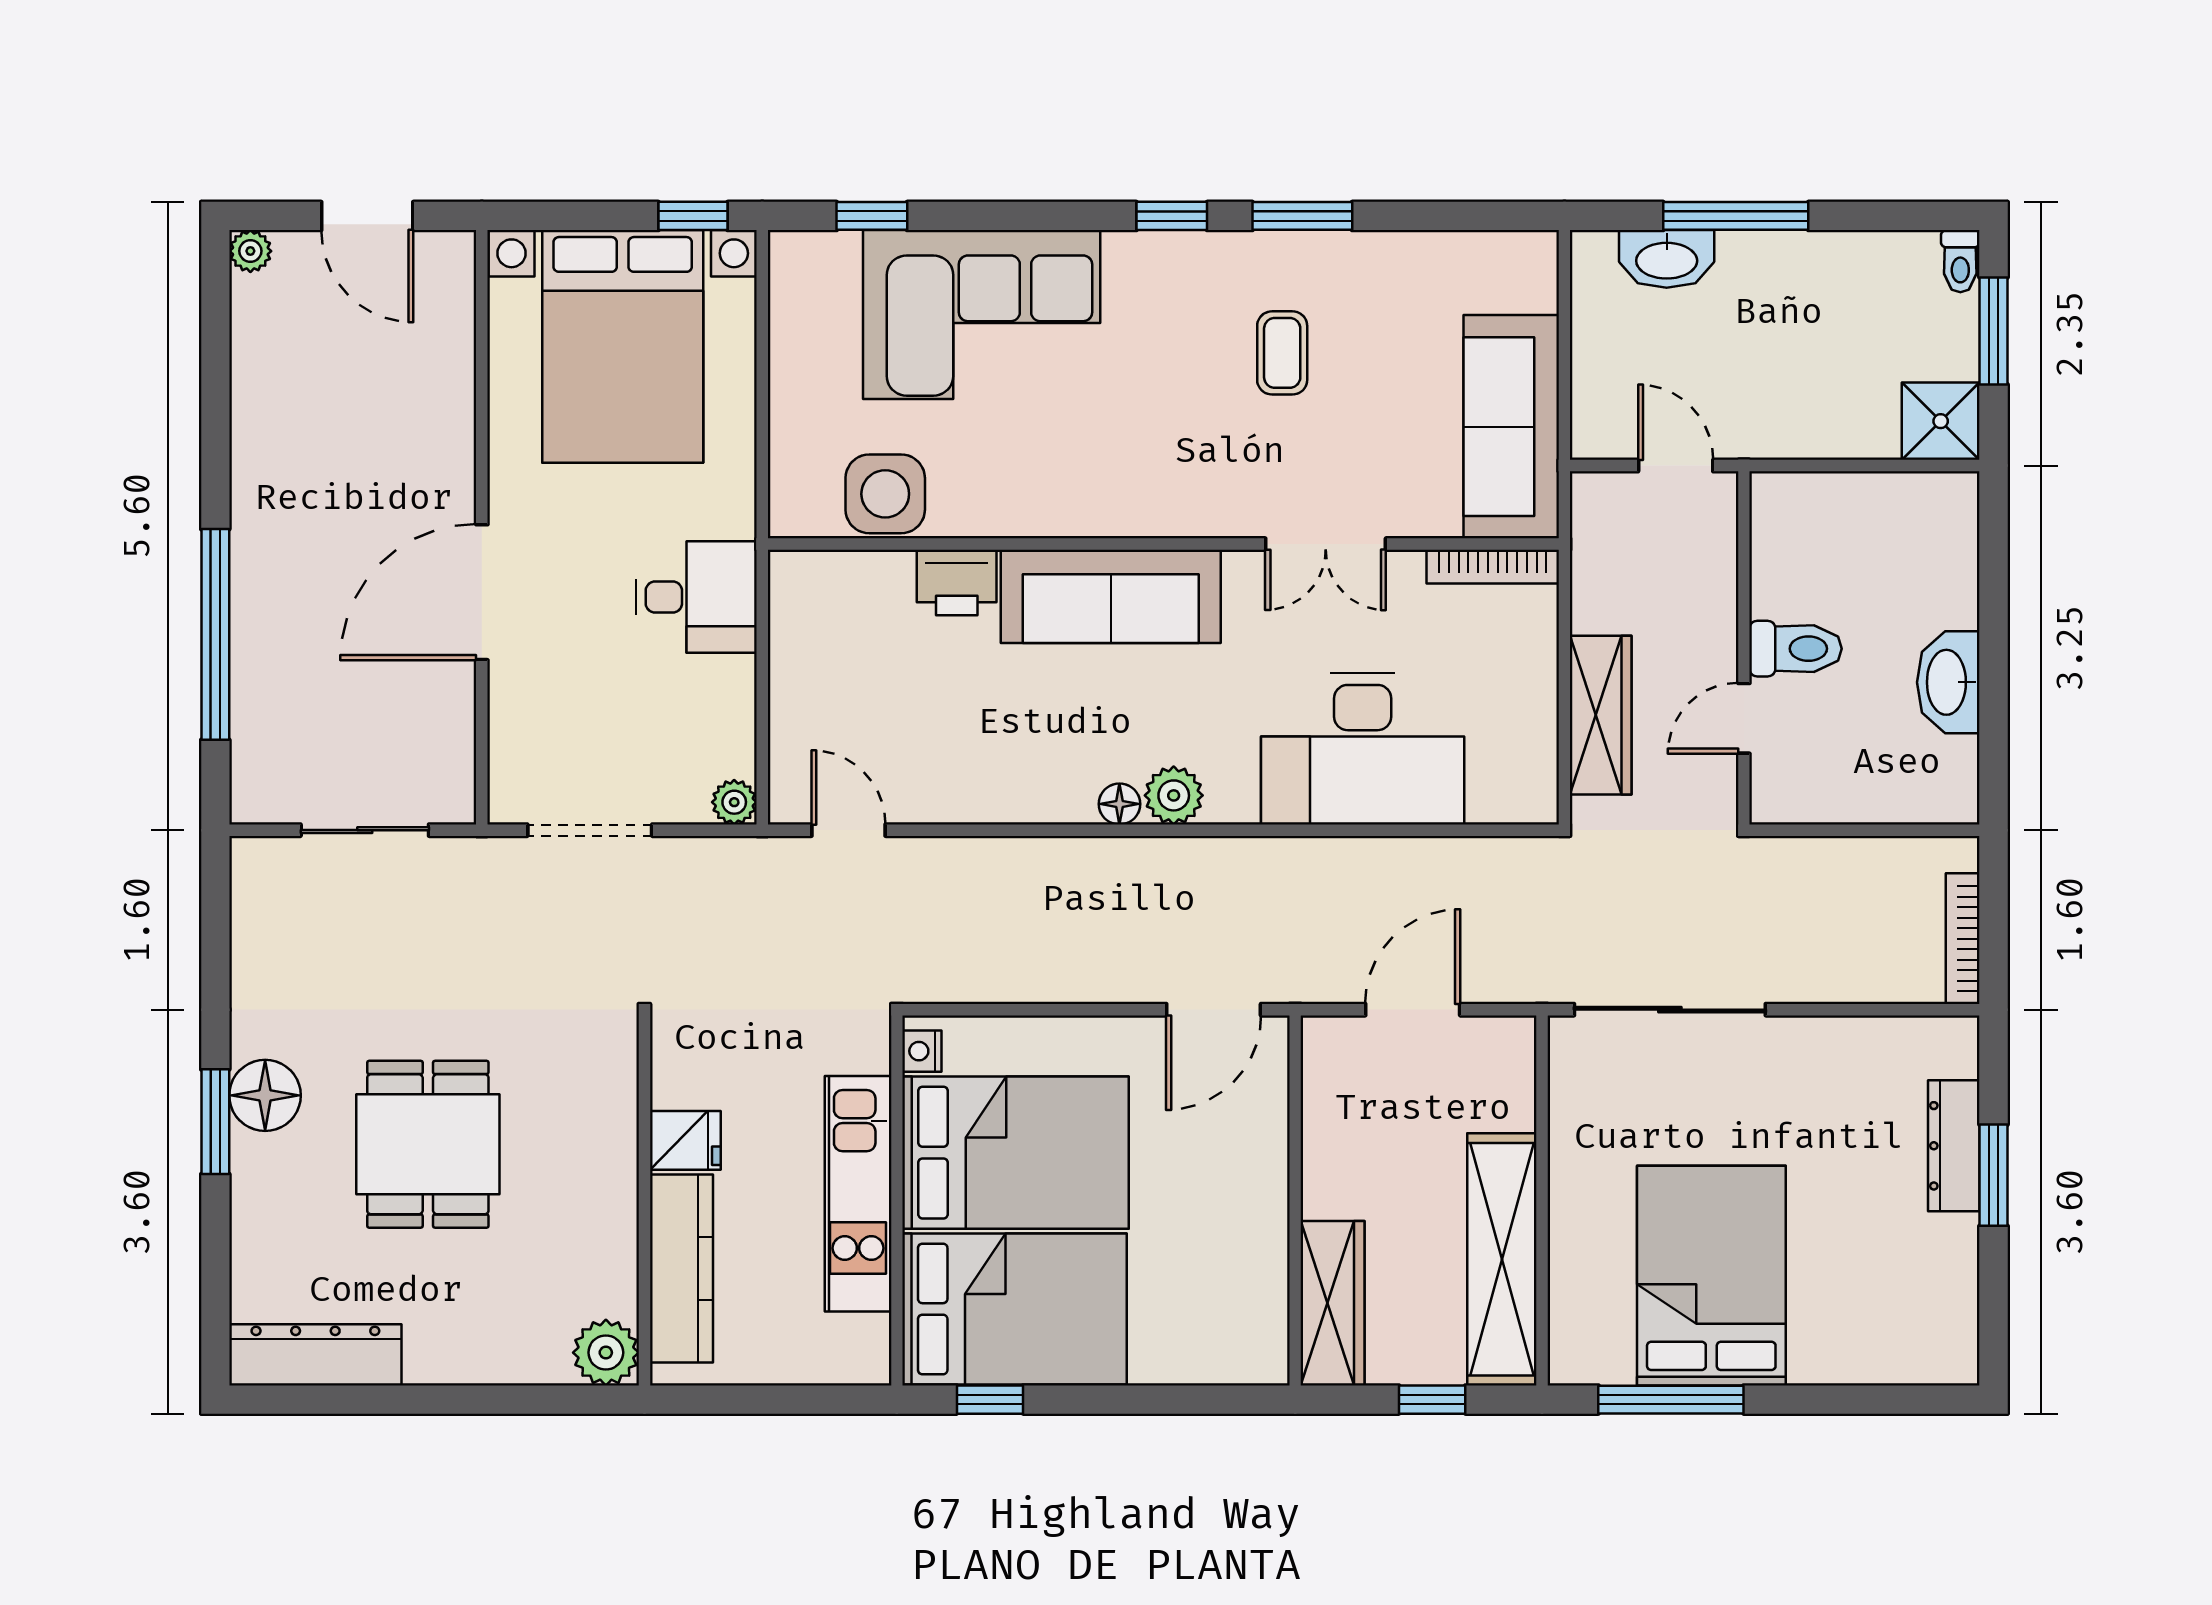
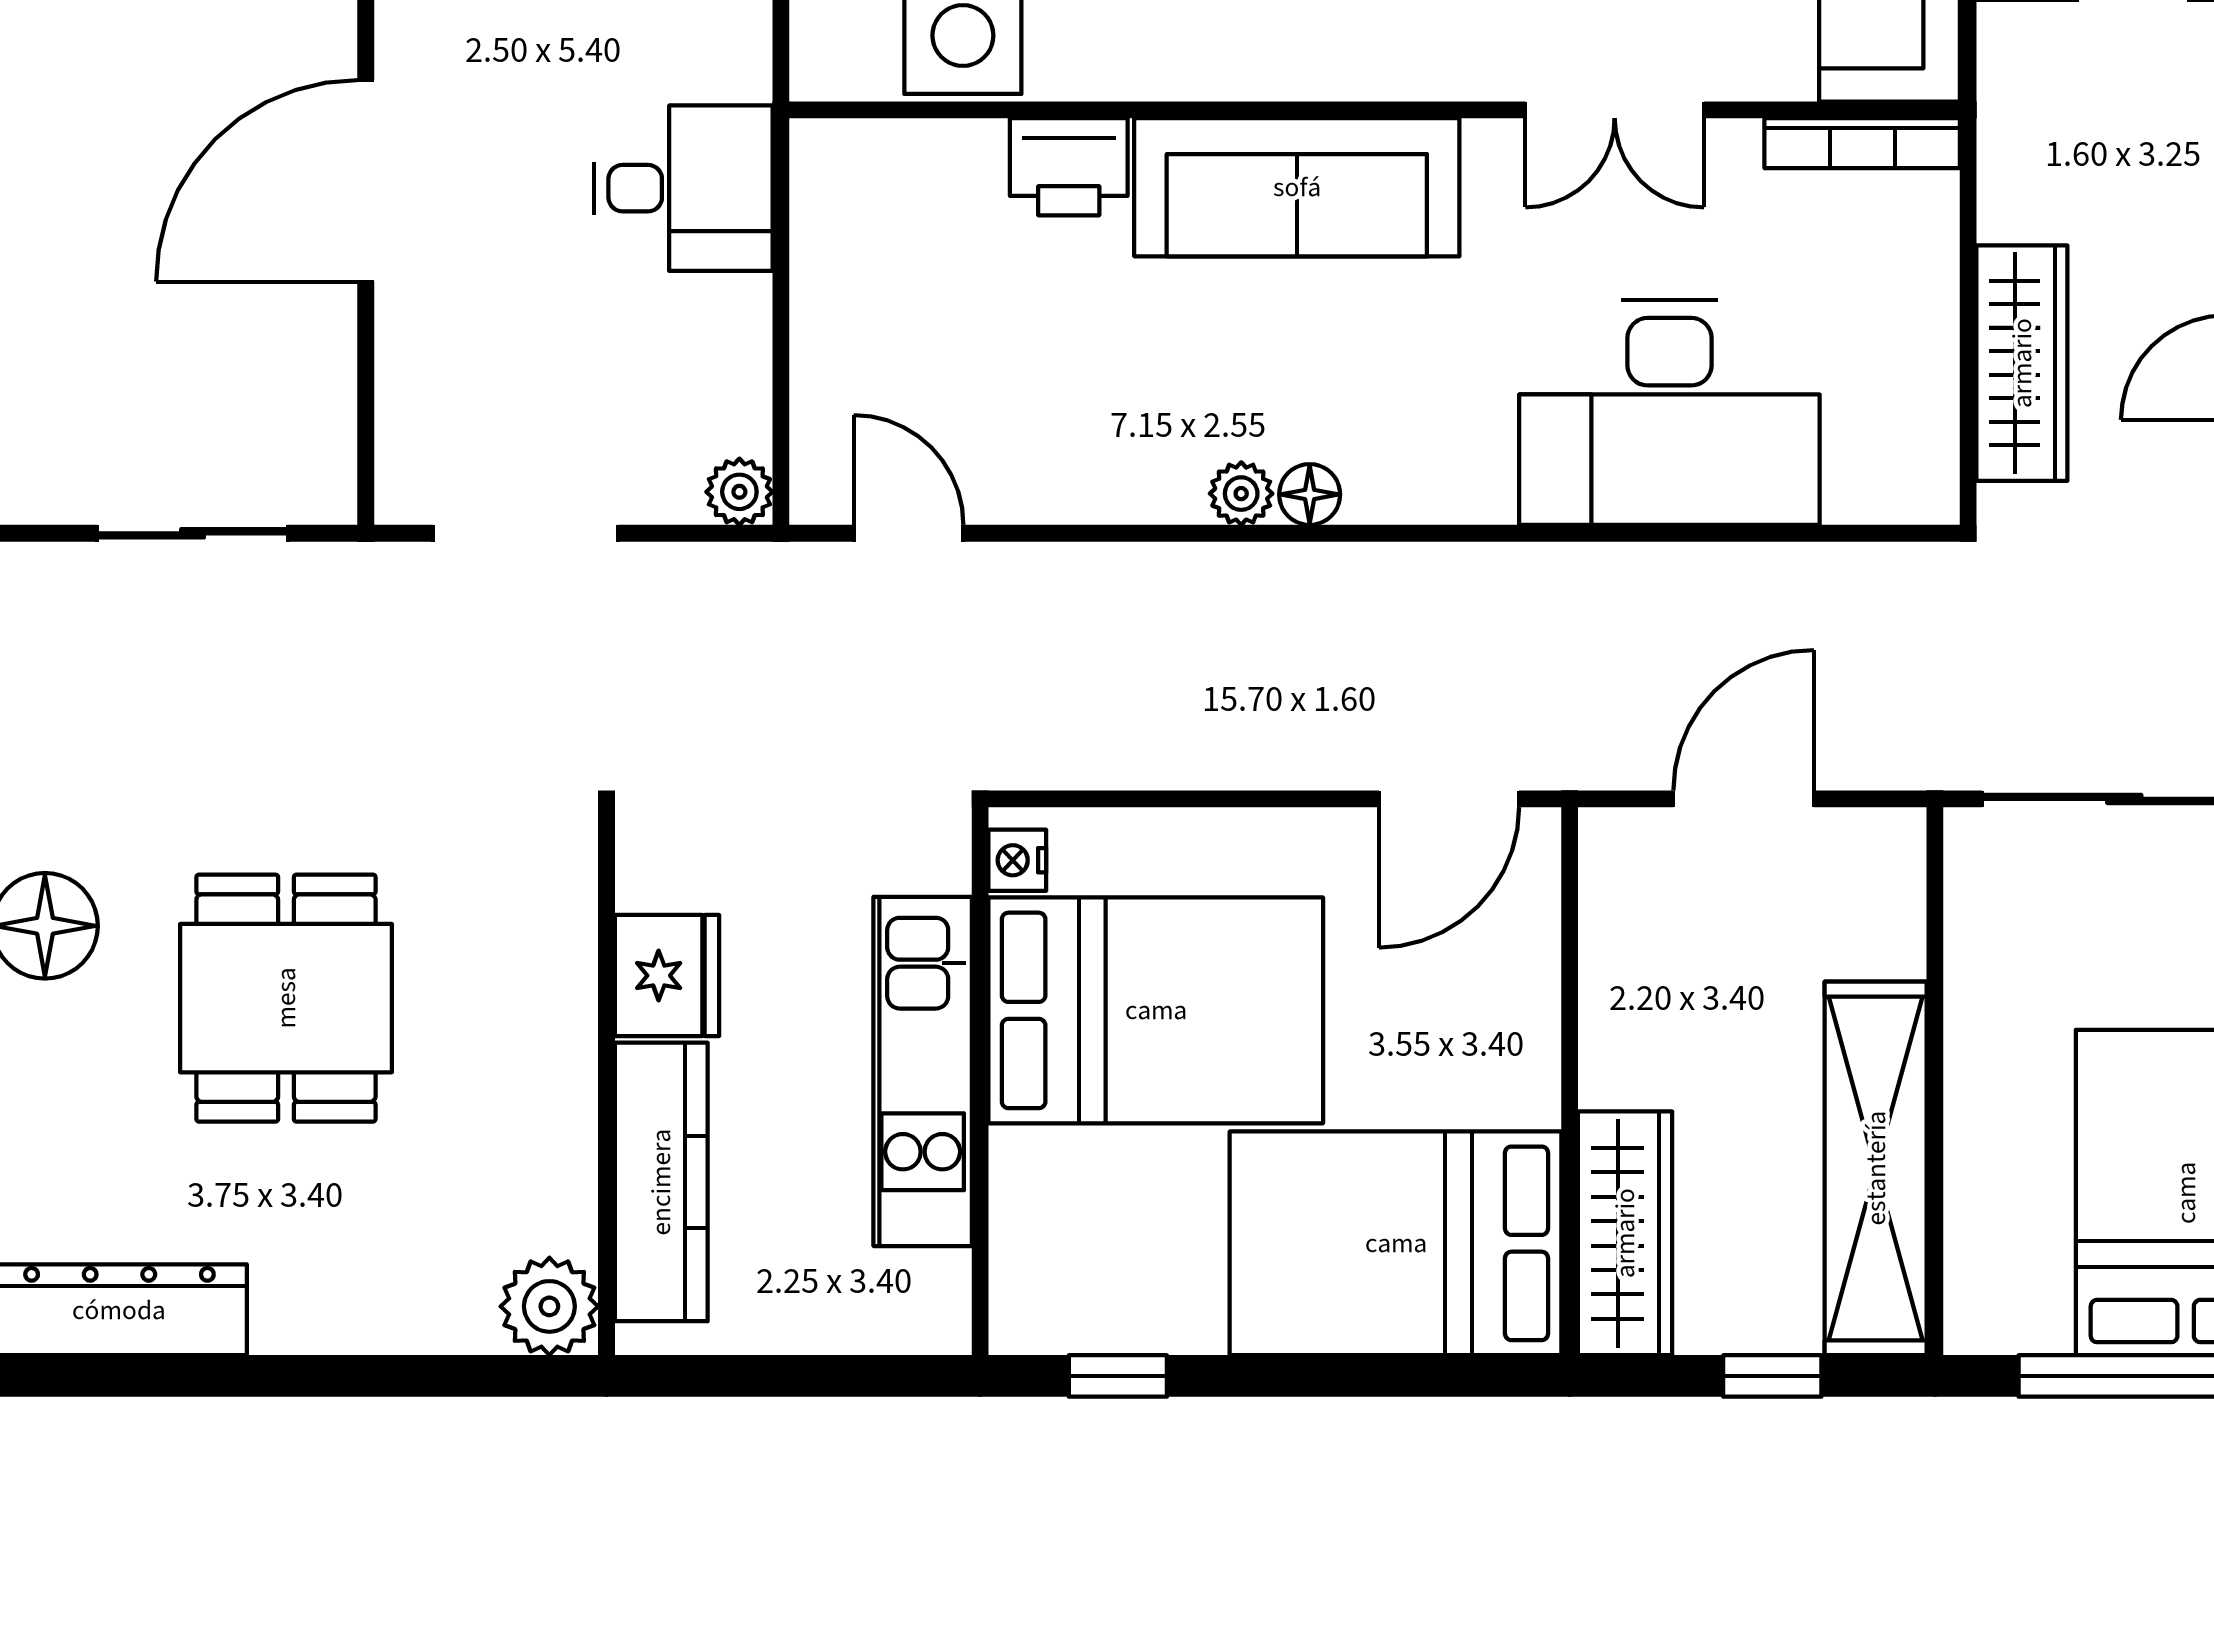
plant: (1174, 795) -> (1241, 494), moved, width x0.73, depth x0.73
fridge: (685, 1140) -> (667, 976), width x1.38
bed: (1014, 1309) -> (1396, 1243), moved, turned 180

